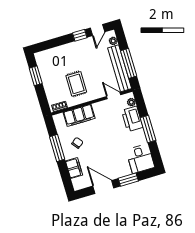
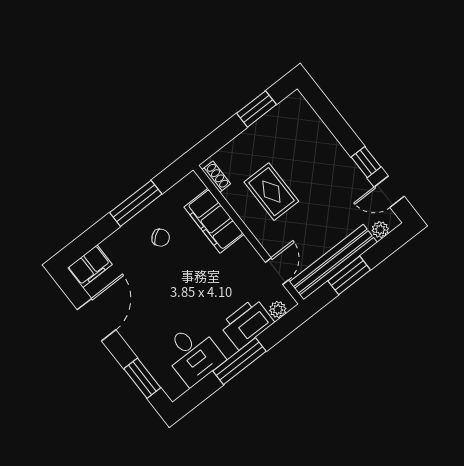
window: (129, 63) -> (349, 275), width x0.69
rug: (76, 84) -> (271, 192), turned 90
desk: (140, 159) -> (193, 354), moved, turned -90
filing cabinet: (74, 168) -> (90, 266), moved
window: (128, 180) -> (142, 378), moved

